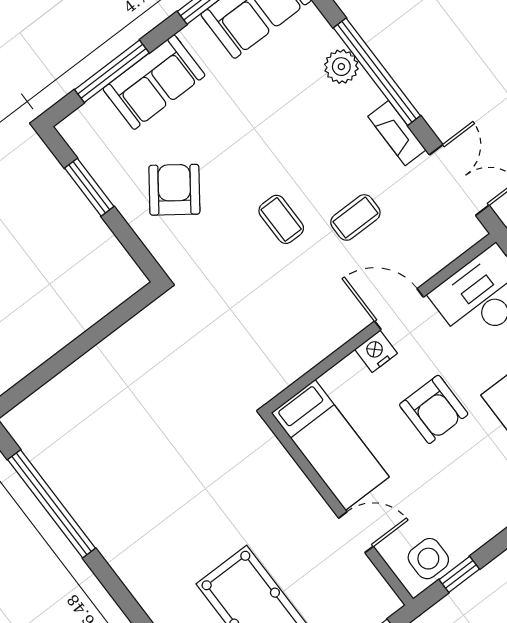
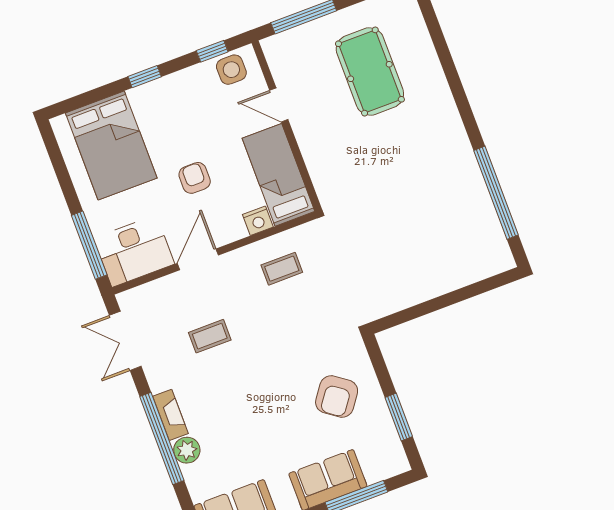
fireplace: (397, 133) -> (170, 415), moved
coffee table: (281, 219) -> (282, 269), moved, turned 90
door: (399, 309) -> (198, 259), swing flipped
nightstand: (376, 351) -> (258, 221), moved
armchair: (434, 409) -> (195, 178), width x0.72, depth x0.72

